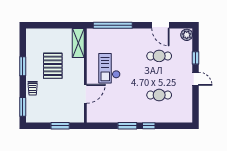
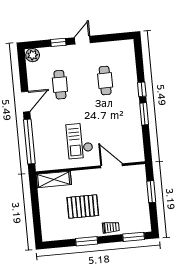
door: (160, 25) -> (26, 102), moved
checkout: (109, 68) -> (80, 141), turned 90

